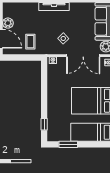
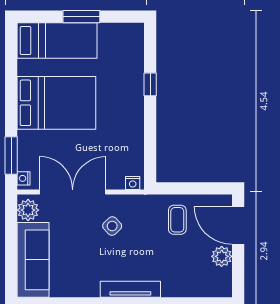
window: (44, 124) -> (150, 84), moved
window: (68, 144) -> (81, 17), moved

